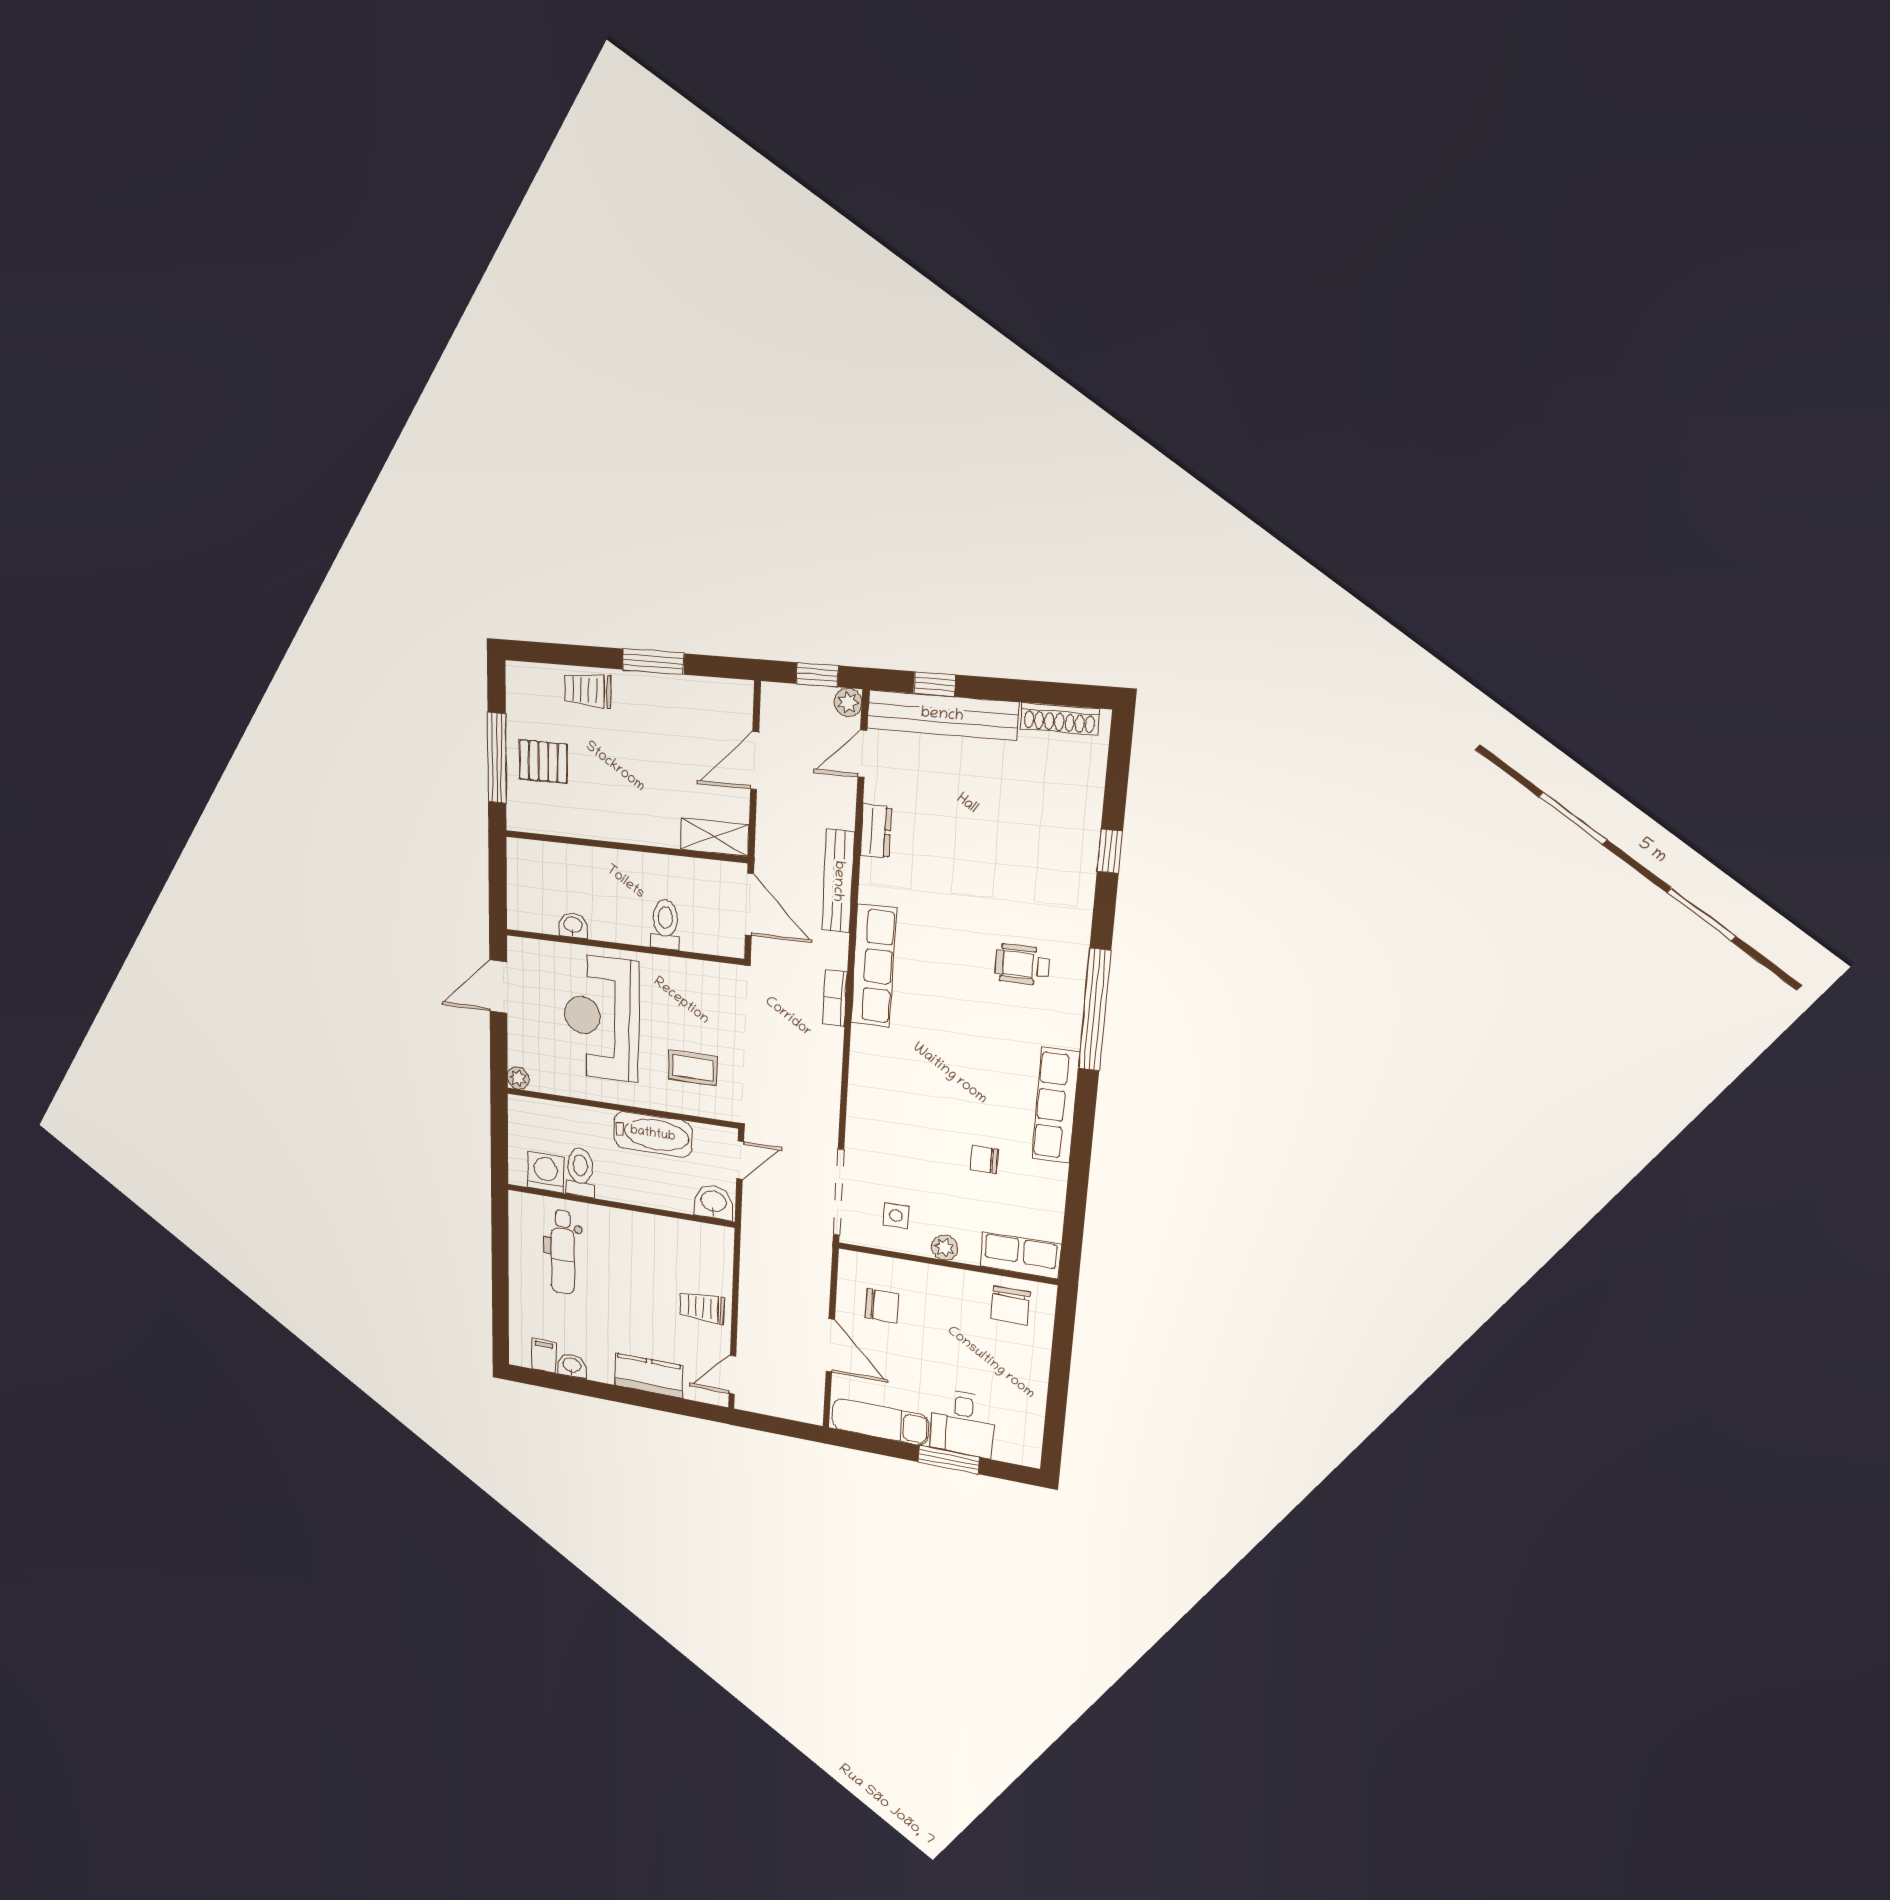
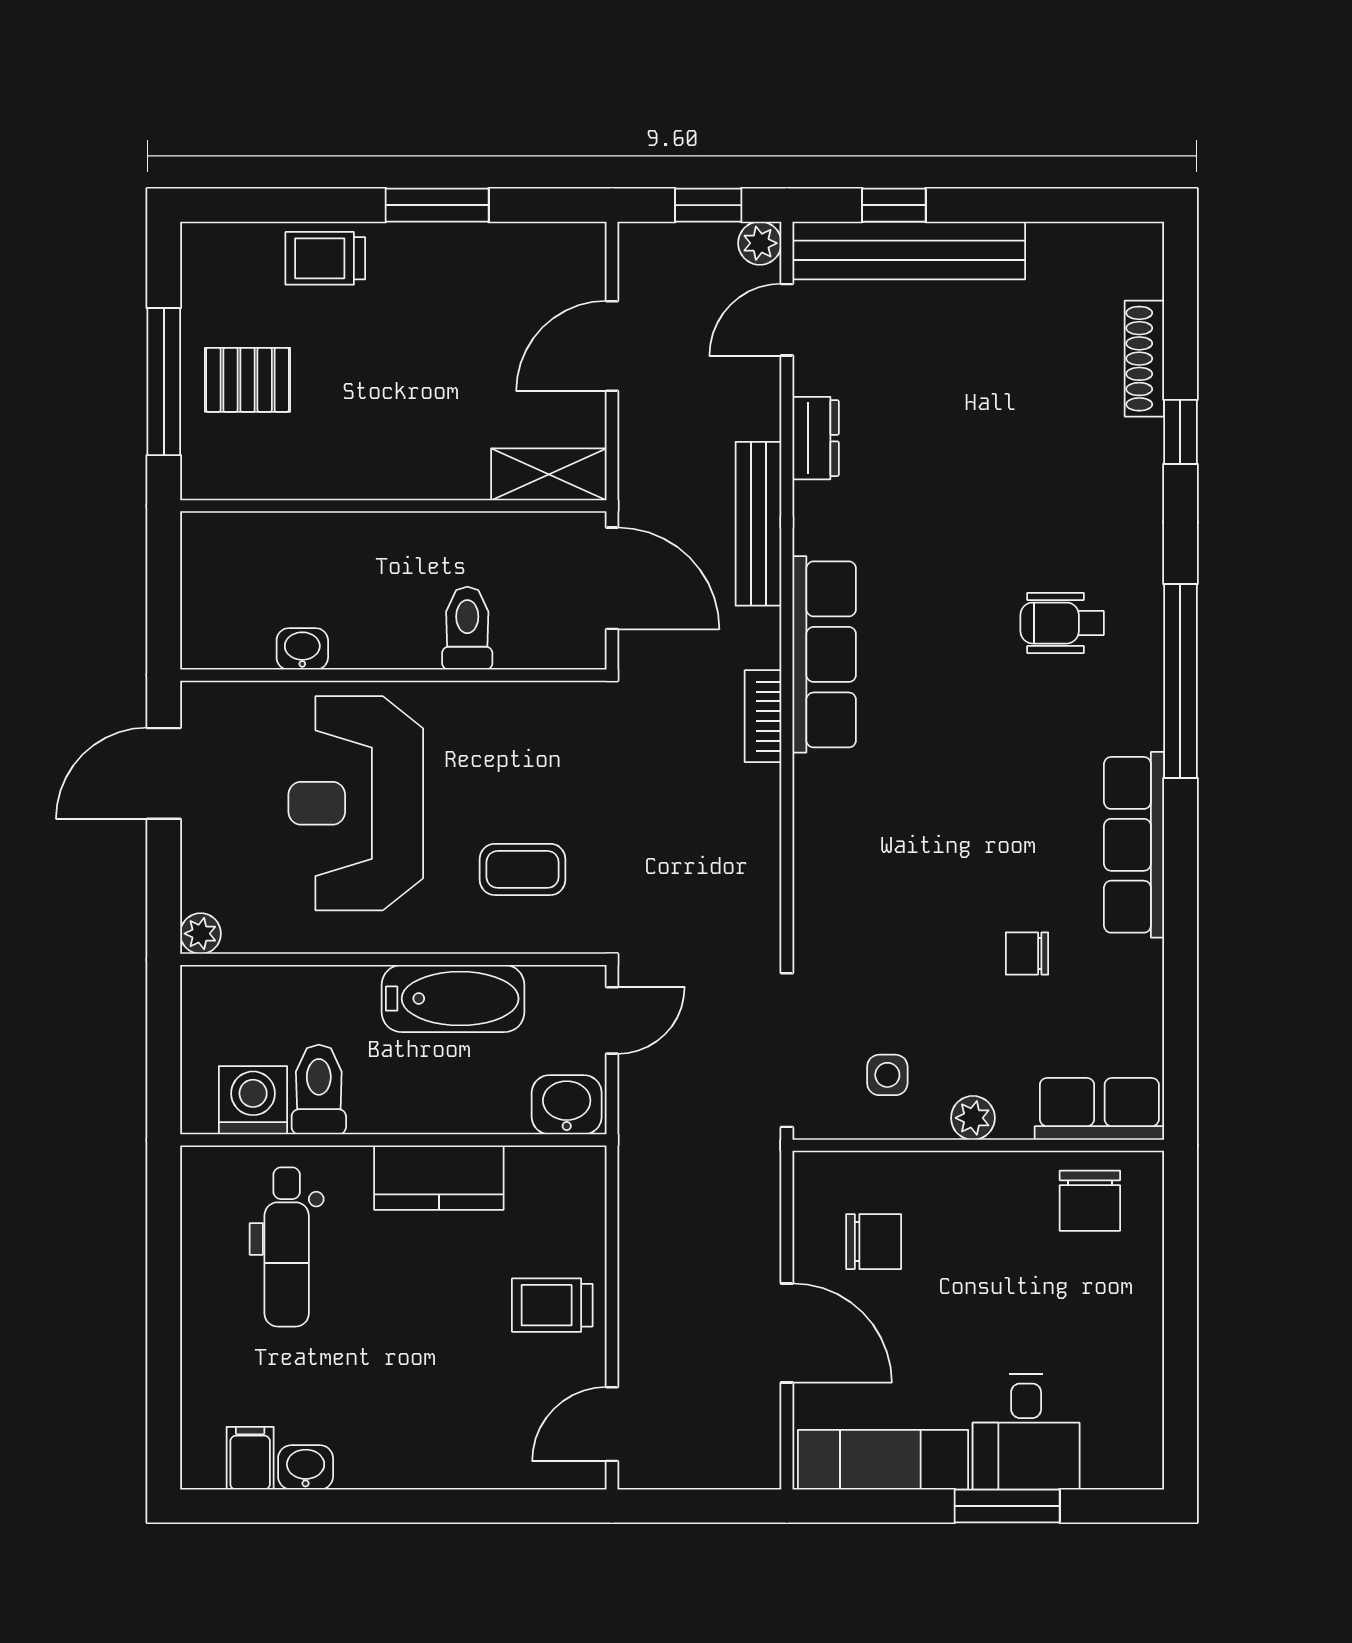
shoe rack: (1060, 719) -> (1144, 359), moved, turned 90
kitchen counter: (649, 1376) -> (439, 1178), moved, turned 180

